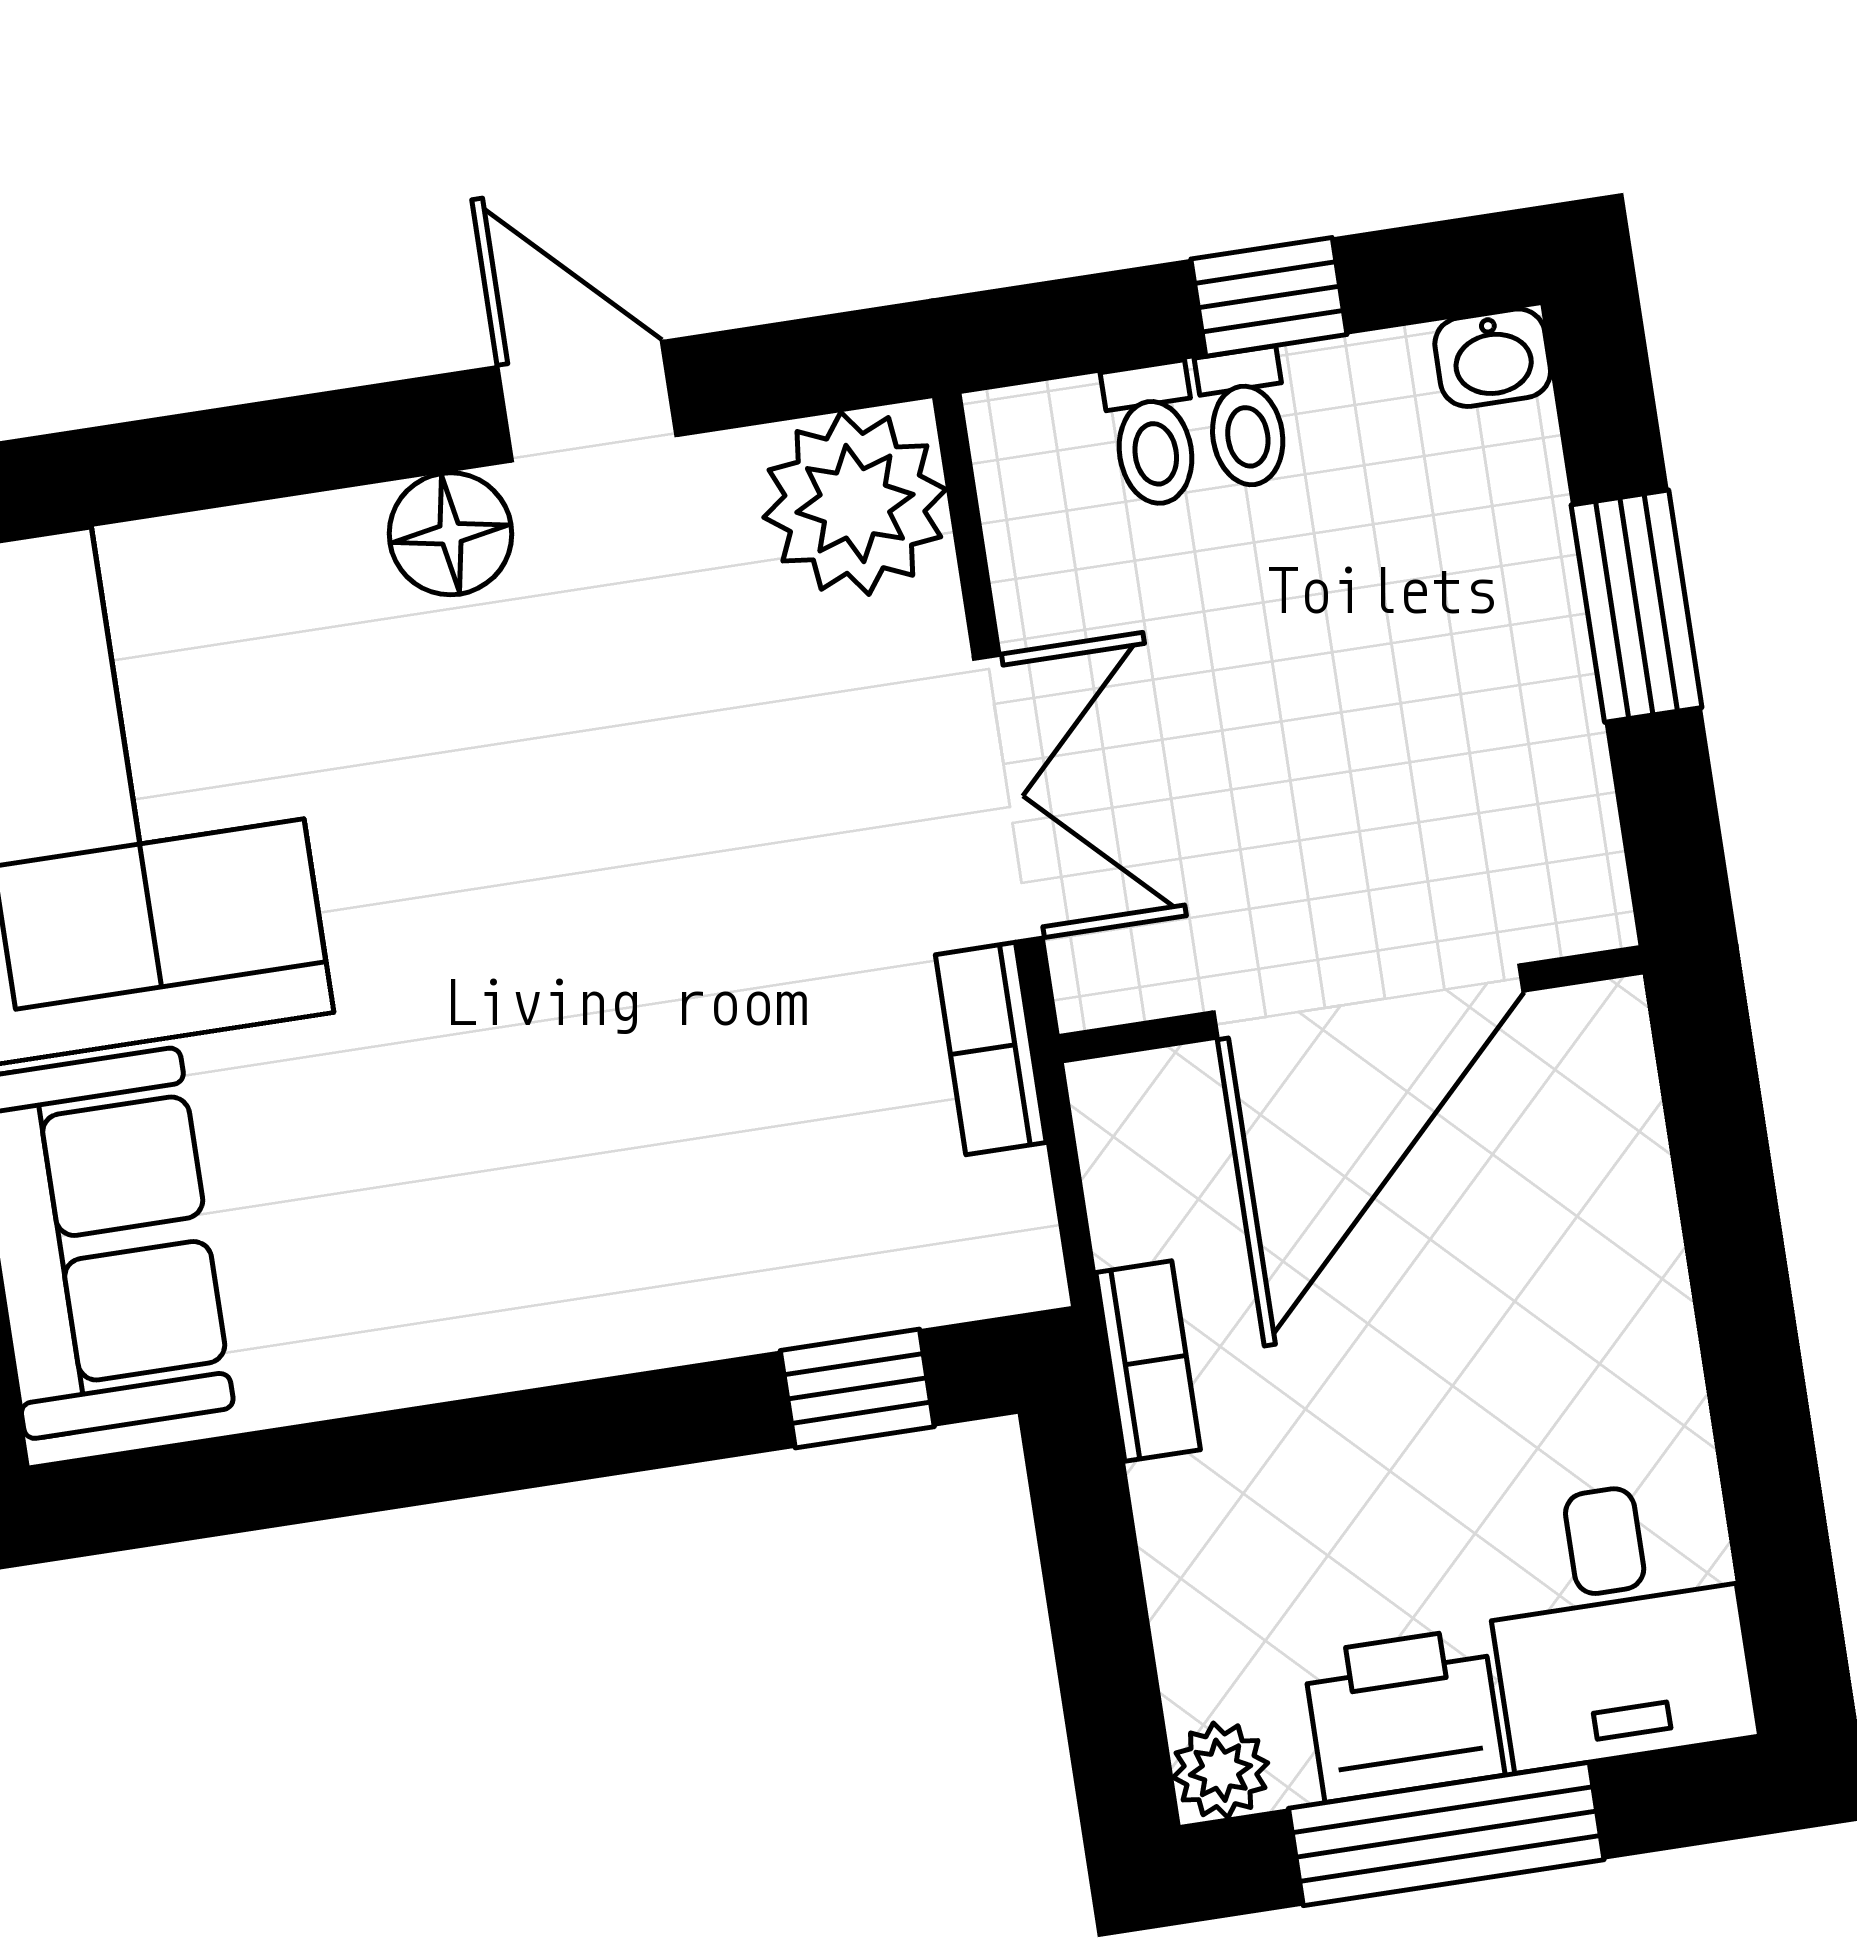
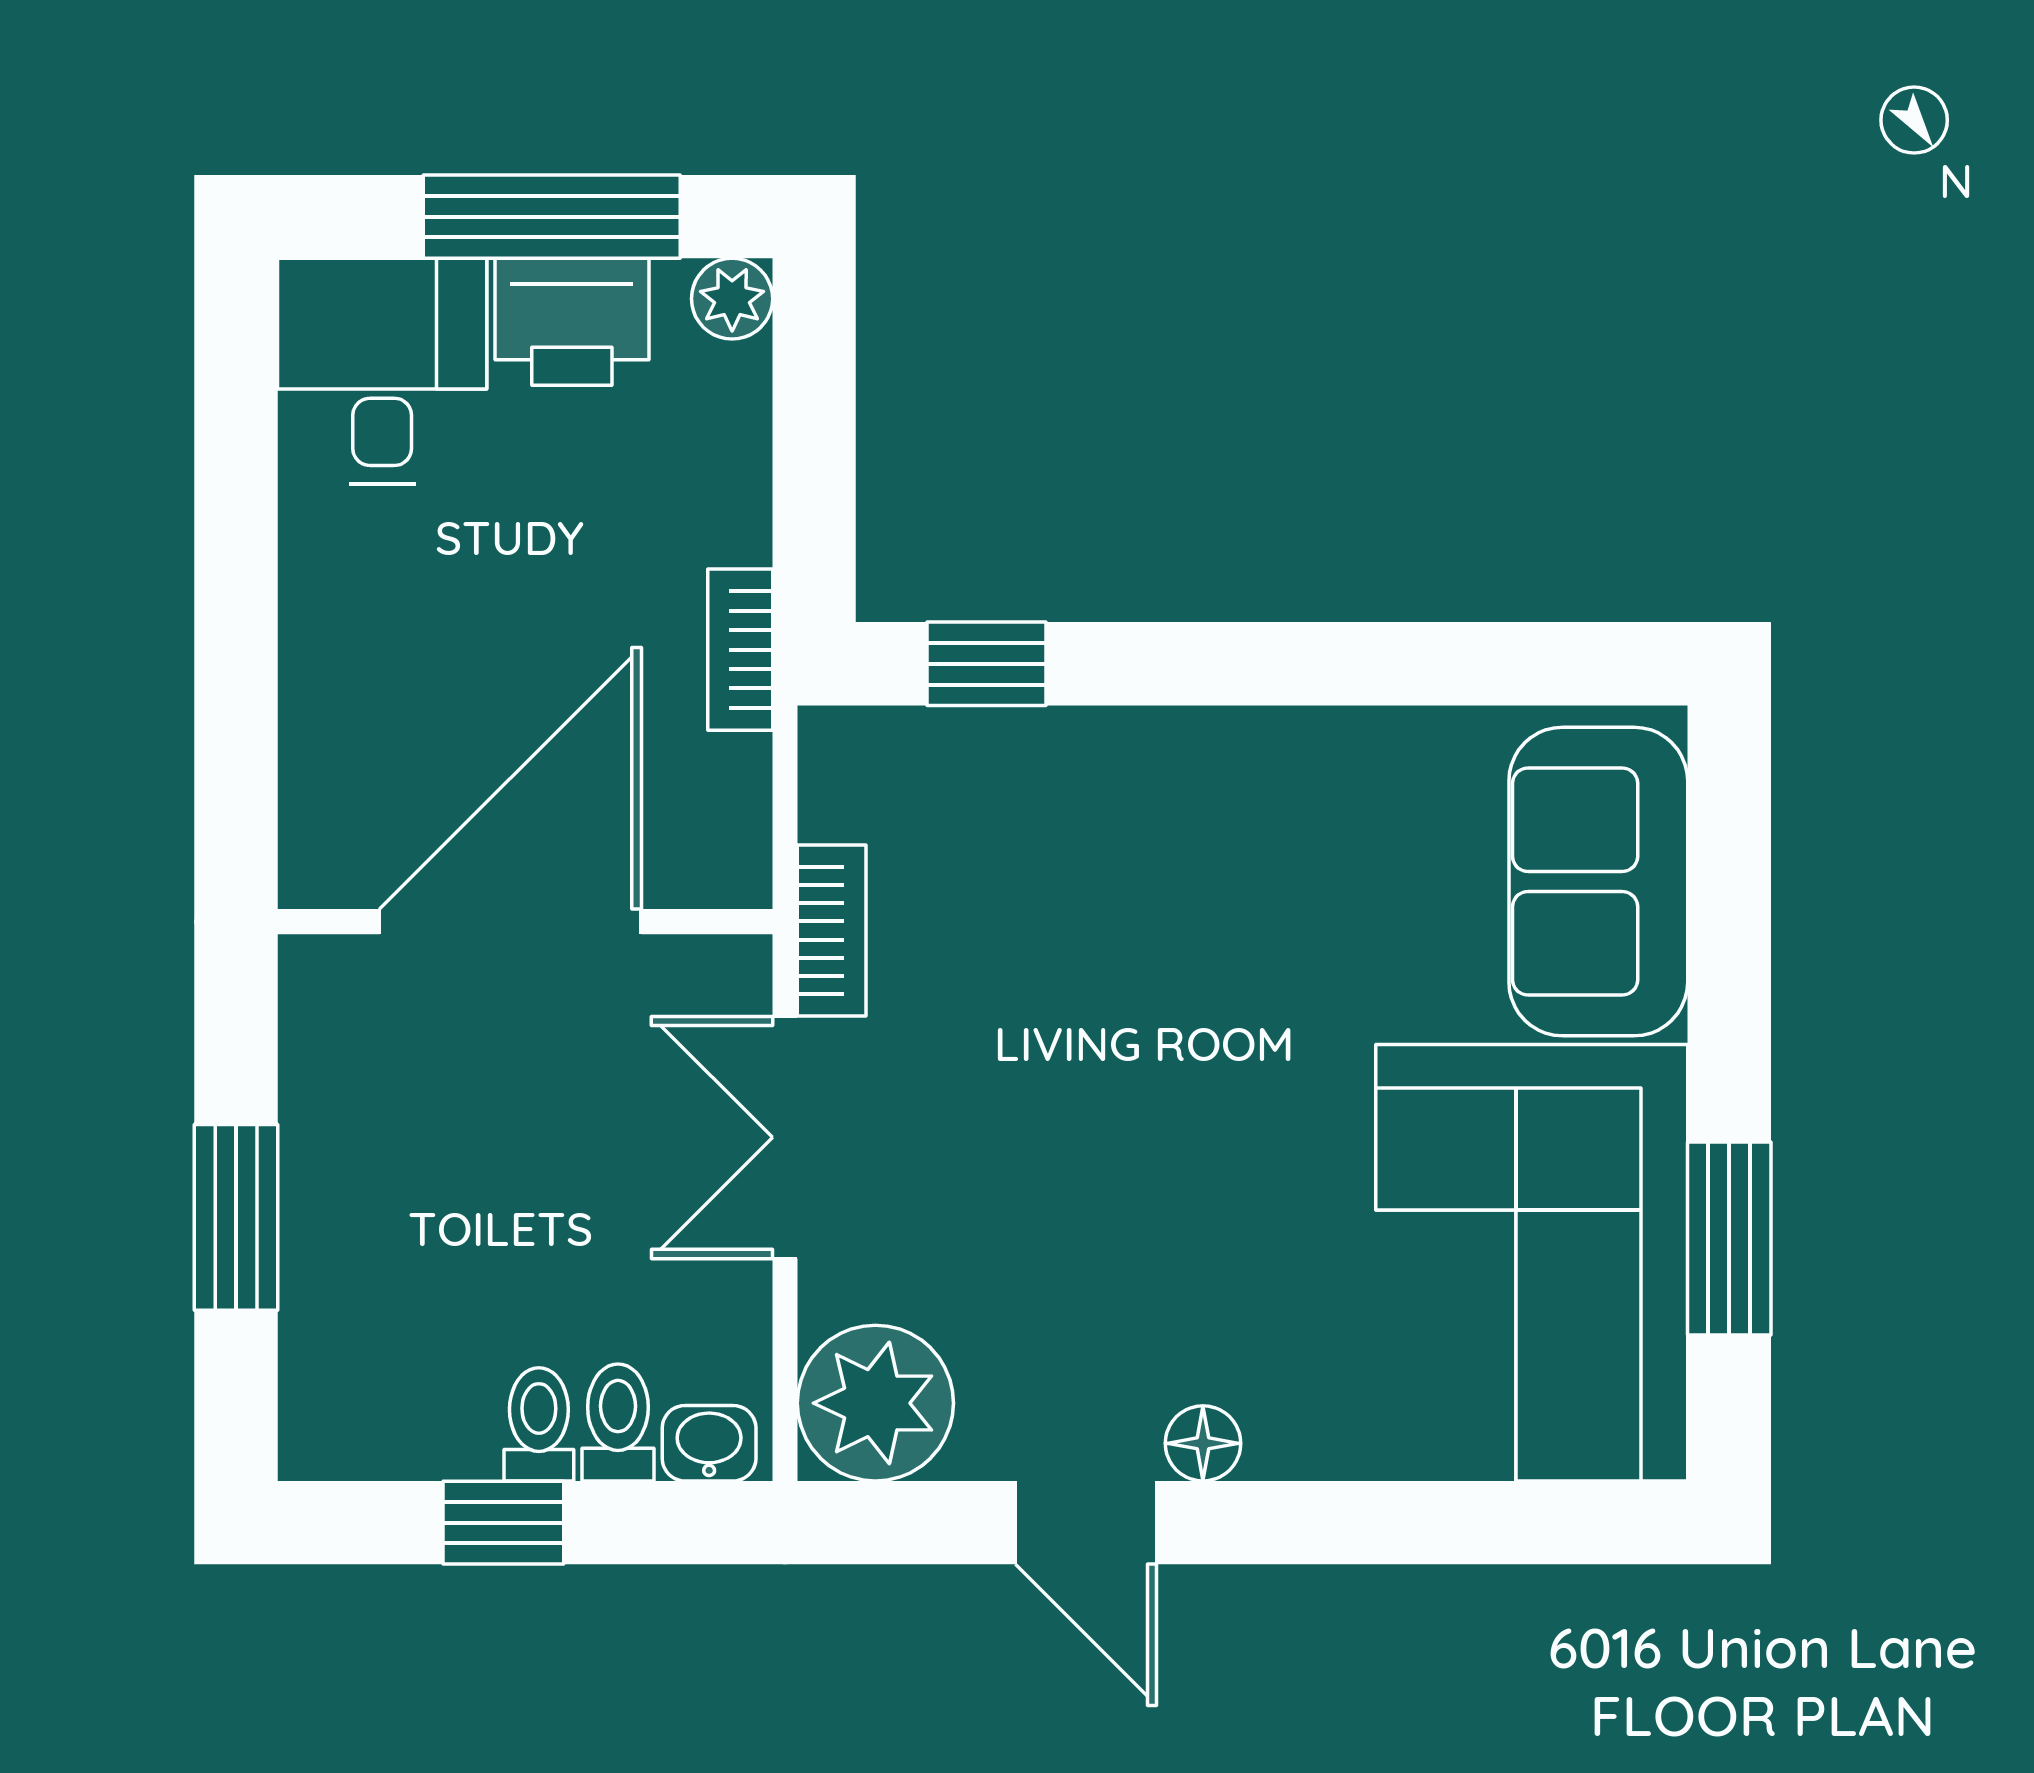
washbasin: (1493, 358) -> (709, 1443), moved
floor lamp: (451, 534) -> (1203, 1443), width x0.73, depth x0.73

